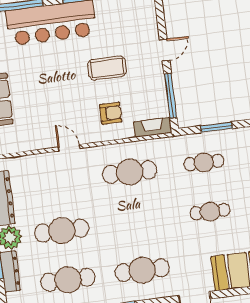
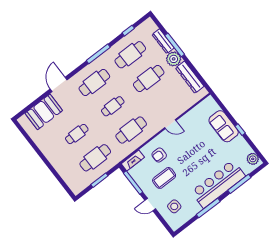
side table: (132, 28) -> (174, 206), added
door: (165, 50) -> (150, 205), hinge flipped
coffee table: (107, 68) -> (164, 178), moved
cafe table: (204, 162) -> (95, 158), width x1.37, depth x1.35
cafe table: (136, 221) -> (113, 106), added

